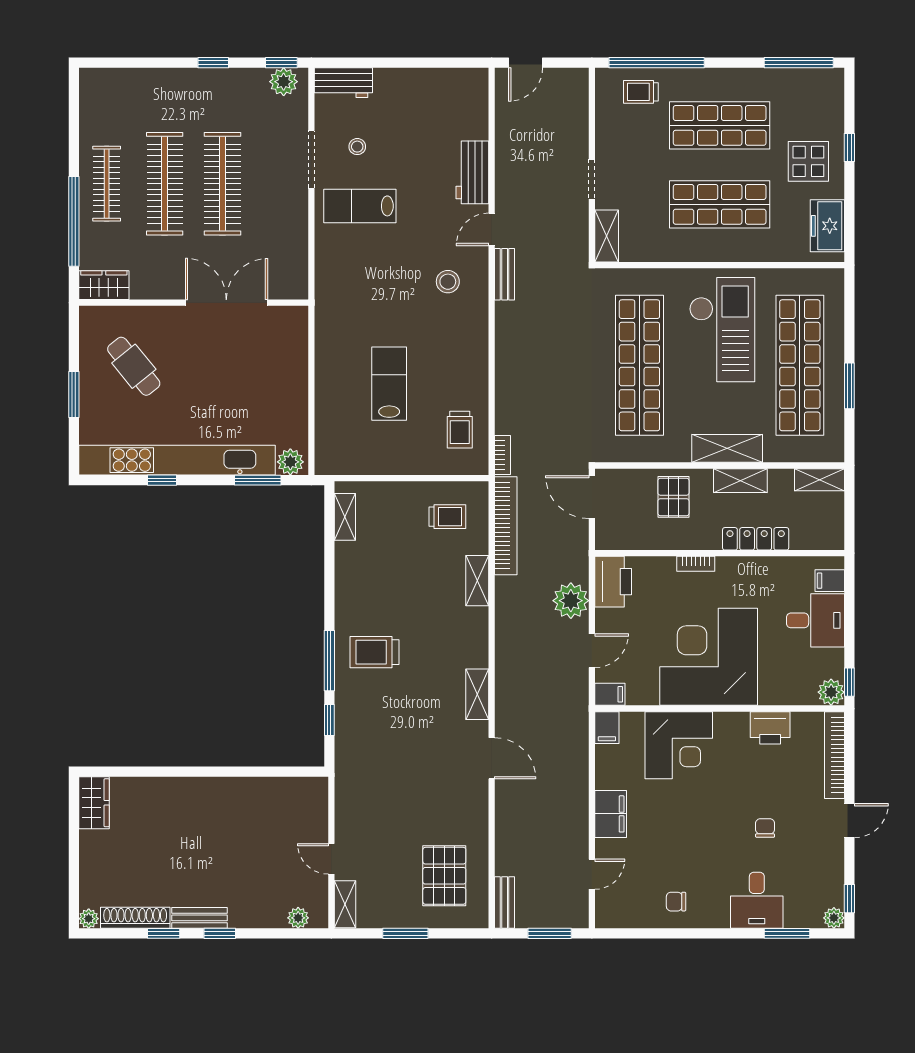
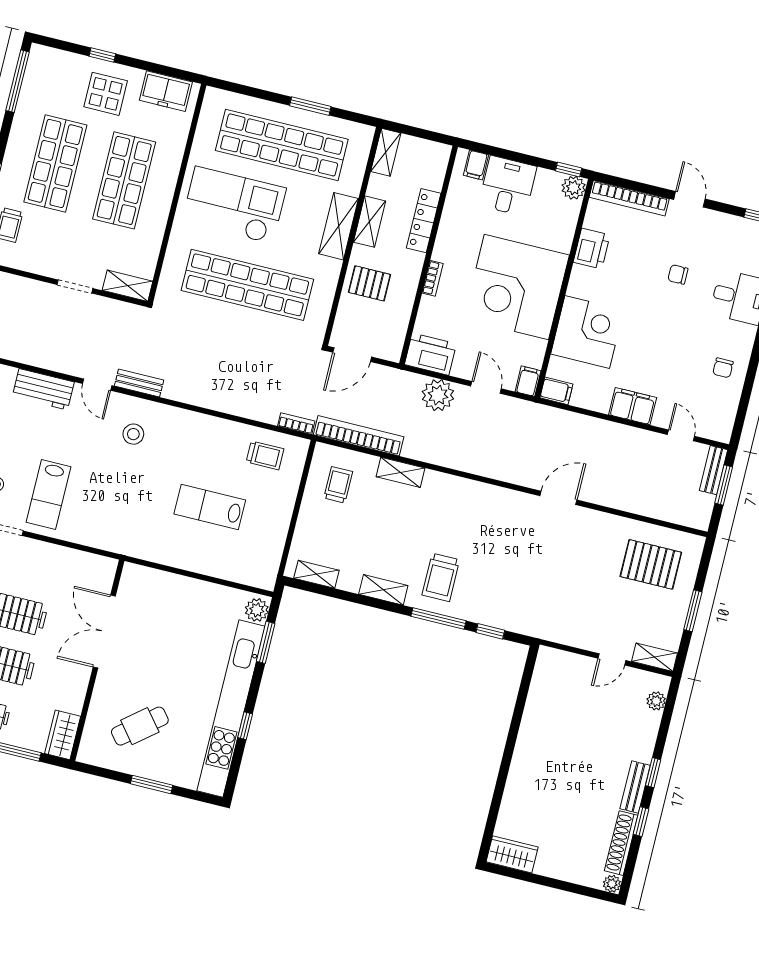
shelving: (477, 694) -> (383, 590), moved
bench: (505, 903) -> (714, 470), moved, turned 90

